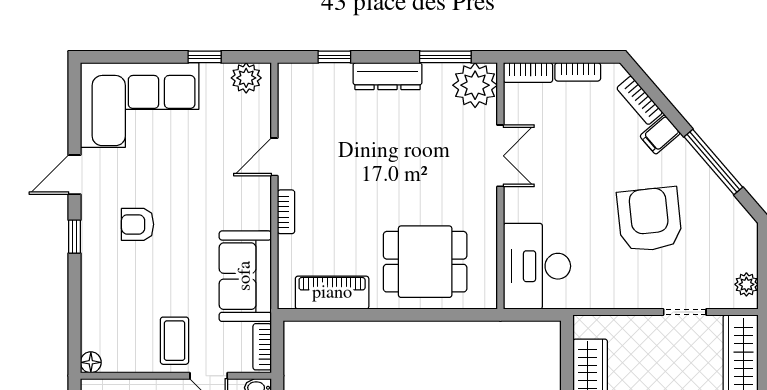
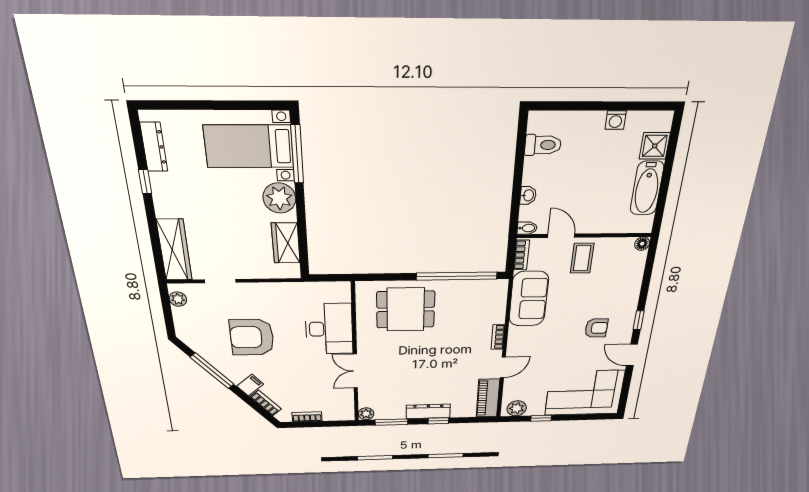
window: (334, 57) -> (438, 421), moved
bookcase: (528, 73) -> (339, 416), removed
plant: (475, 85) -> (366, 414), width x0.53, depth x0.53
door: (74, 175) -> (632, 355), swing flipped
armchair: (649, 219) -> (252, 337), turned 96
desk: (537, 266) -> (329, 329), moved
piano: (332, 293) -> (488, 398), moved, turned 90
window: (353, 315) -> (457, 276), added

